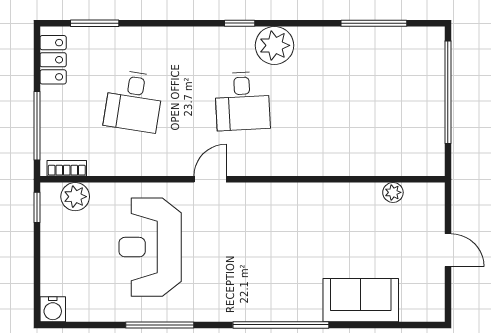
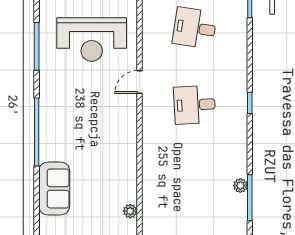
plant: (274, 45) -> (240, 186), moved, width x0.53, depth x0.53
door: (210, 179) -> (140, 82), swing flipped
reception desk: (150, 247) -> (92, 40), turned 180

